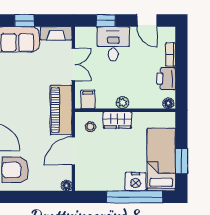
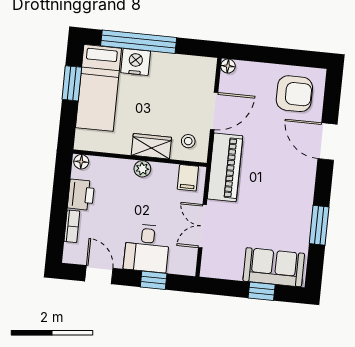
fireplace: (56, 33) -> (221, 270), removed

